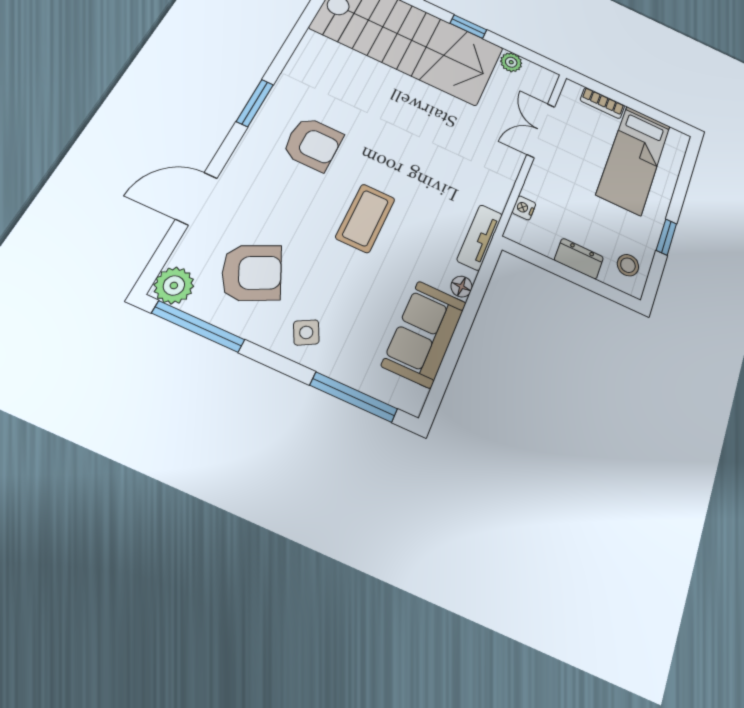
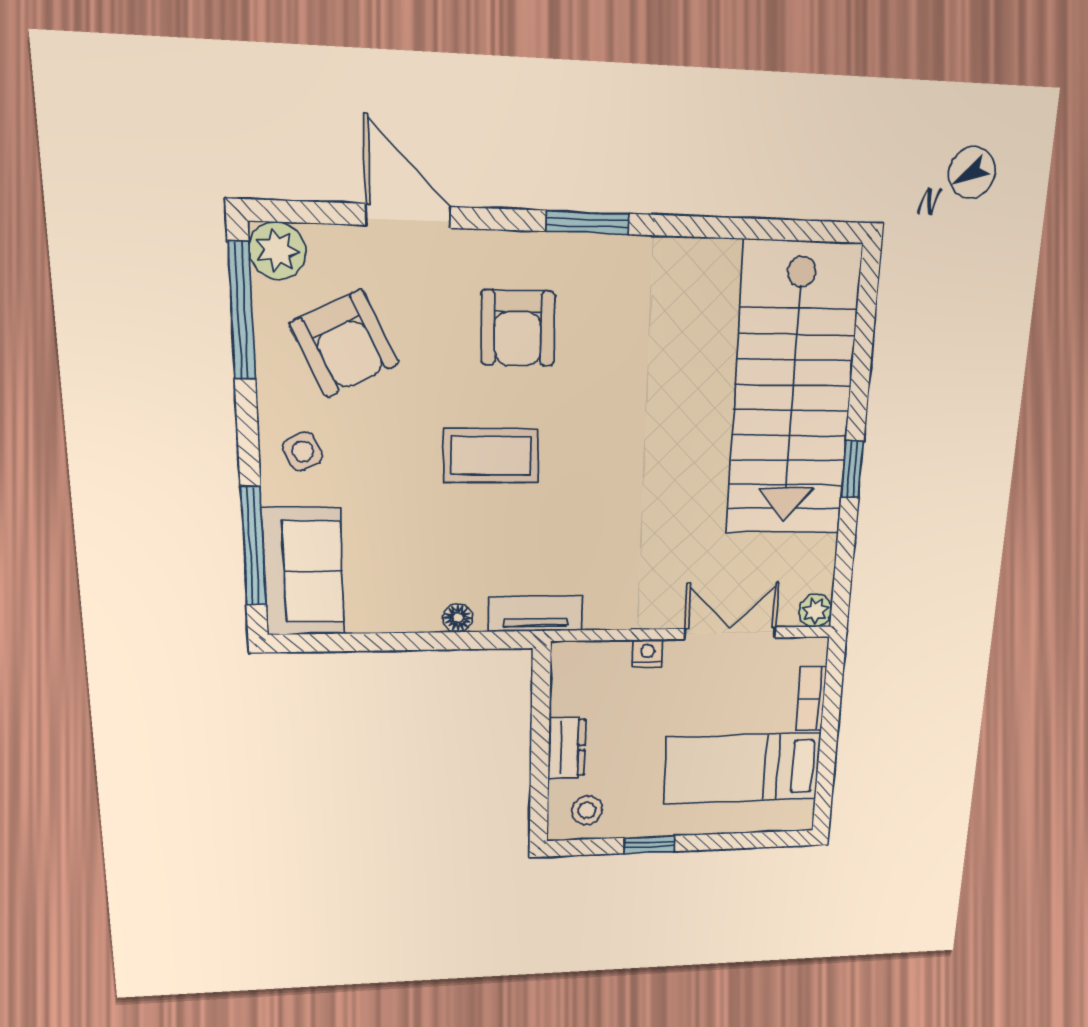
plant: (511, 62) -> (815, 611), moved
armchair: (313, 144) -> (518, 328), moved
nightstand: (524, 208) -> (648, 653), moved
sofa: (424, 334) -> (303, 572), moved, turned 90

